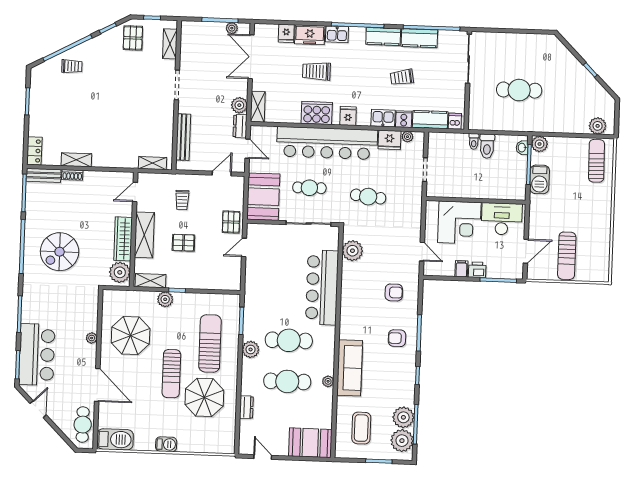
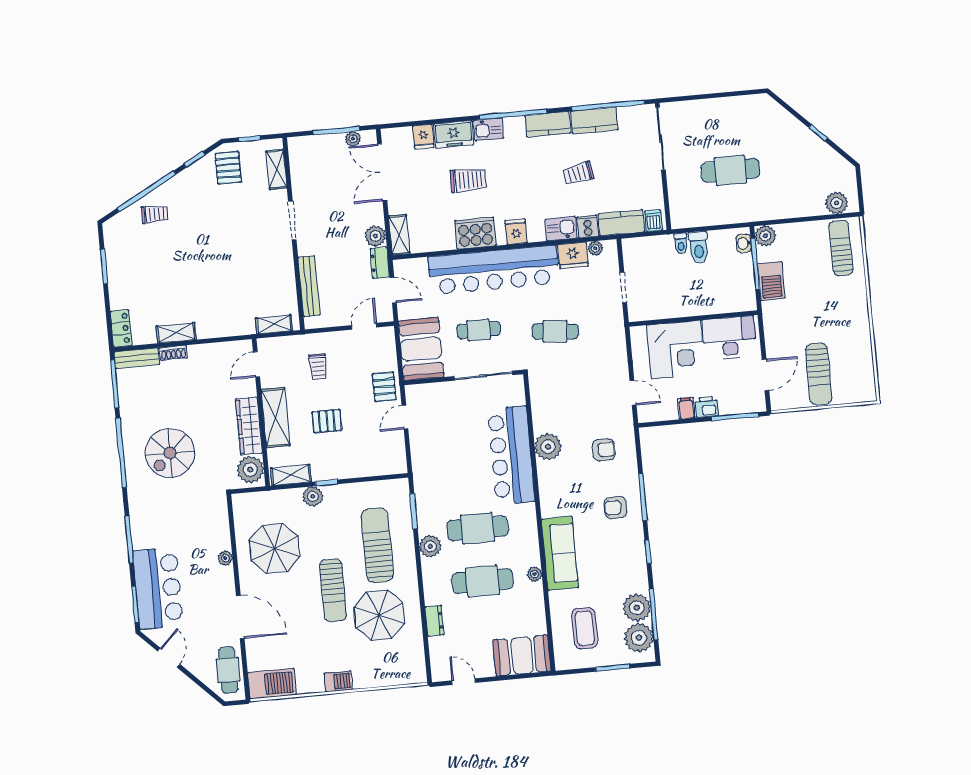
trolley: (316, 71) -> (468, 180), turned 180
plant: (352, 251) -> (548, 447), moved

